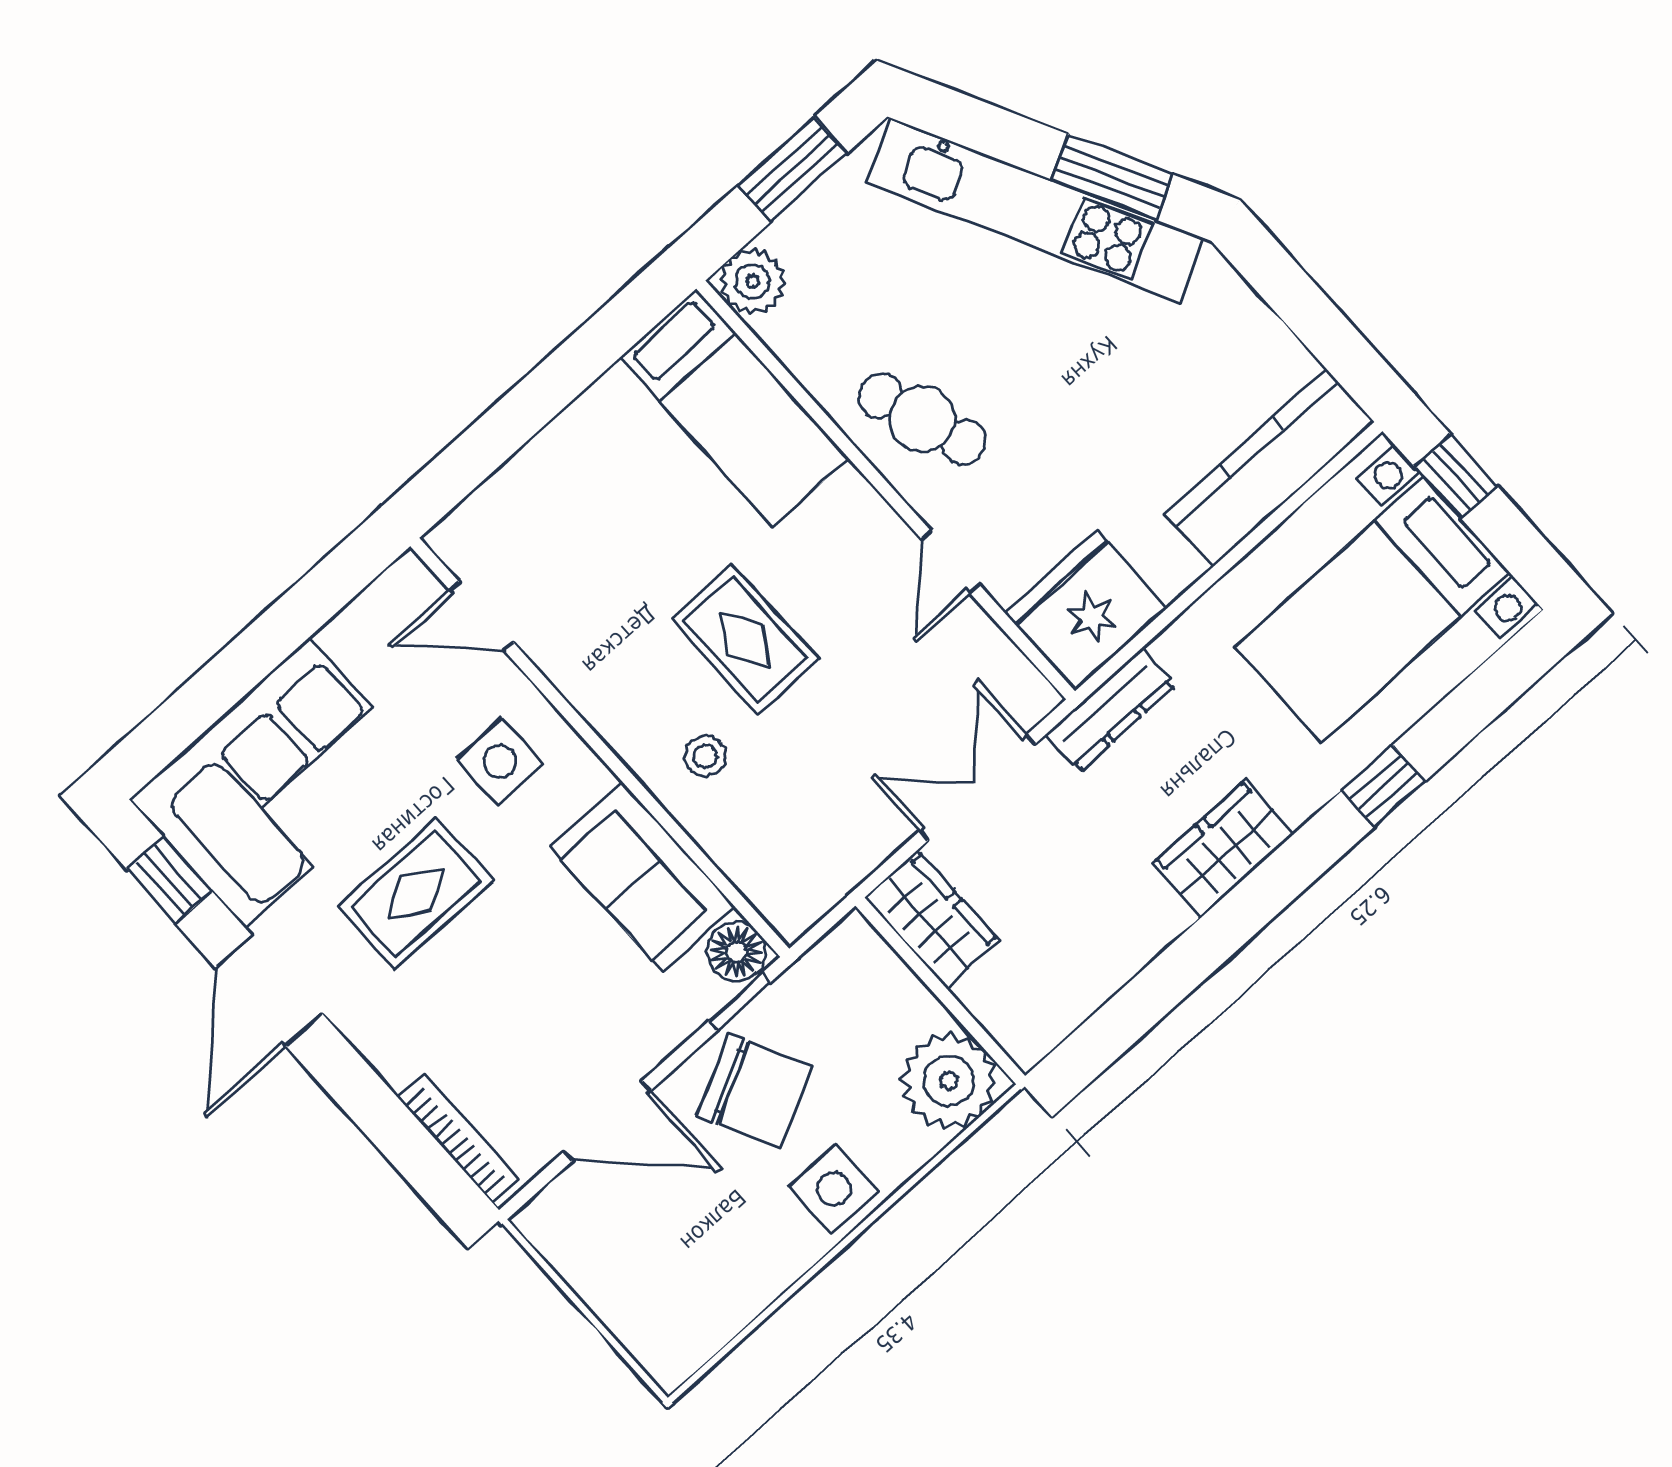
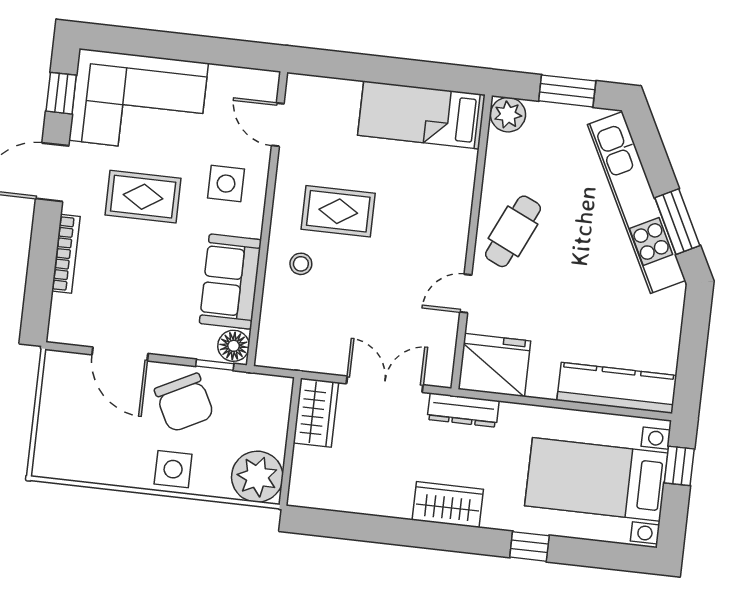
bed: (734, 408) -> (421, 115), moved, turned 90
cafe table: (922, 419) -> (513, 231), turned 44
rug: (745, 639) -> (338, 211), moved, turned 90
bookcase: (459, 1138) -> (66, 254), moved

